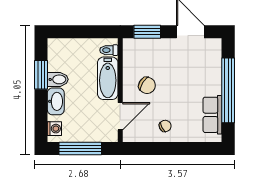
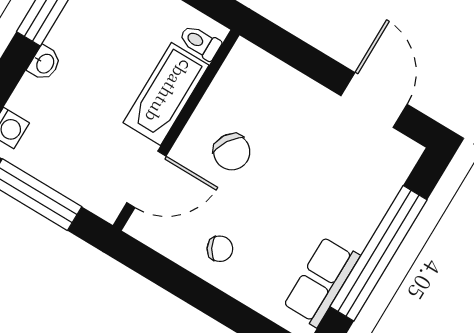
window: (147, 32) -> (293, 51), removed
bidet: (58, 79) -> (71, 39), removed
washbasin: (56, 101) -> (45, 63), width x0.52, depth x0.69

